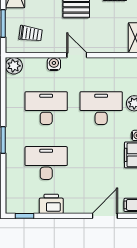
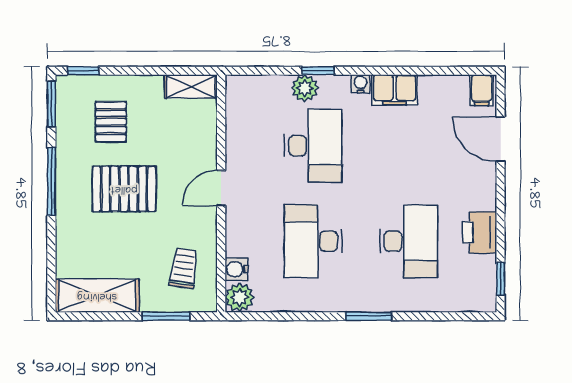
water cooler: (54, 64) -> (236, 269), moved
desk: (101, 108) -> (313, 146), turned 180
desk: (46, 163) -> (409, 241), turned 180

